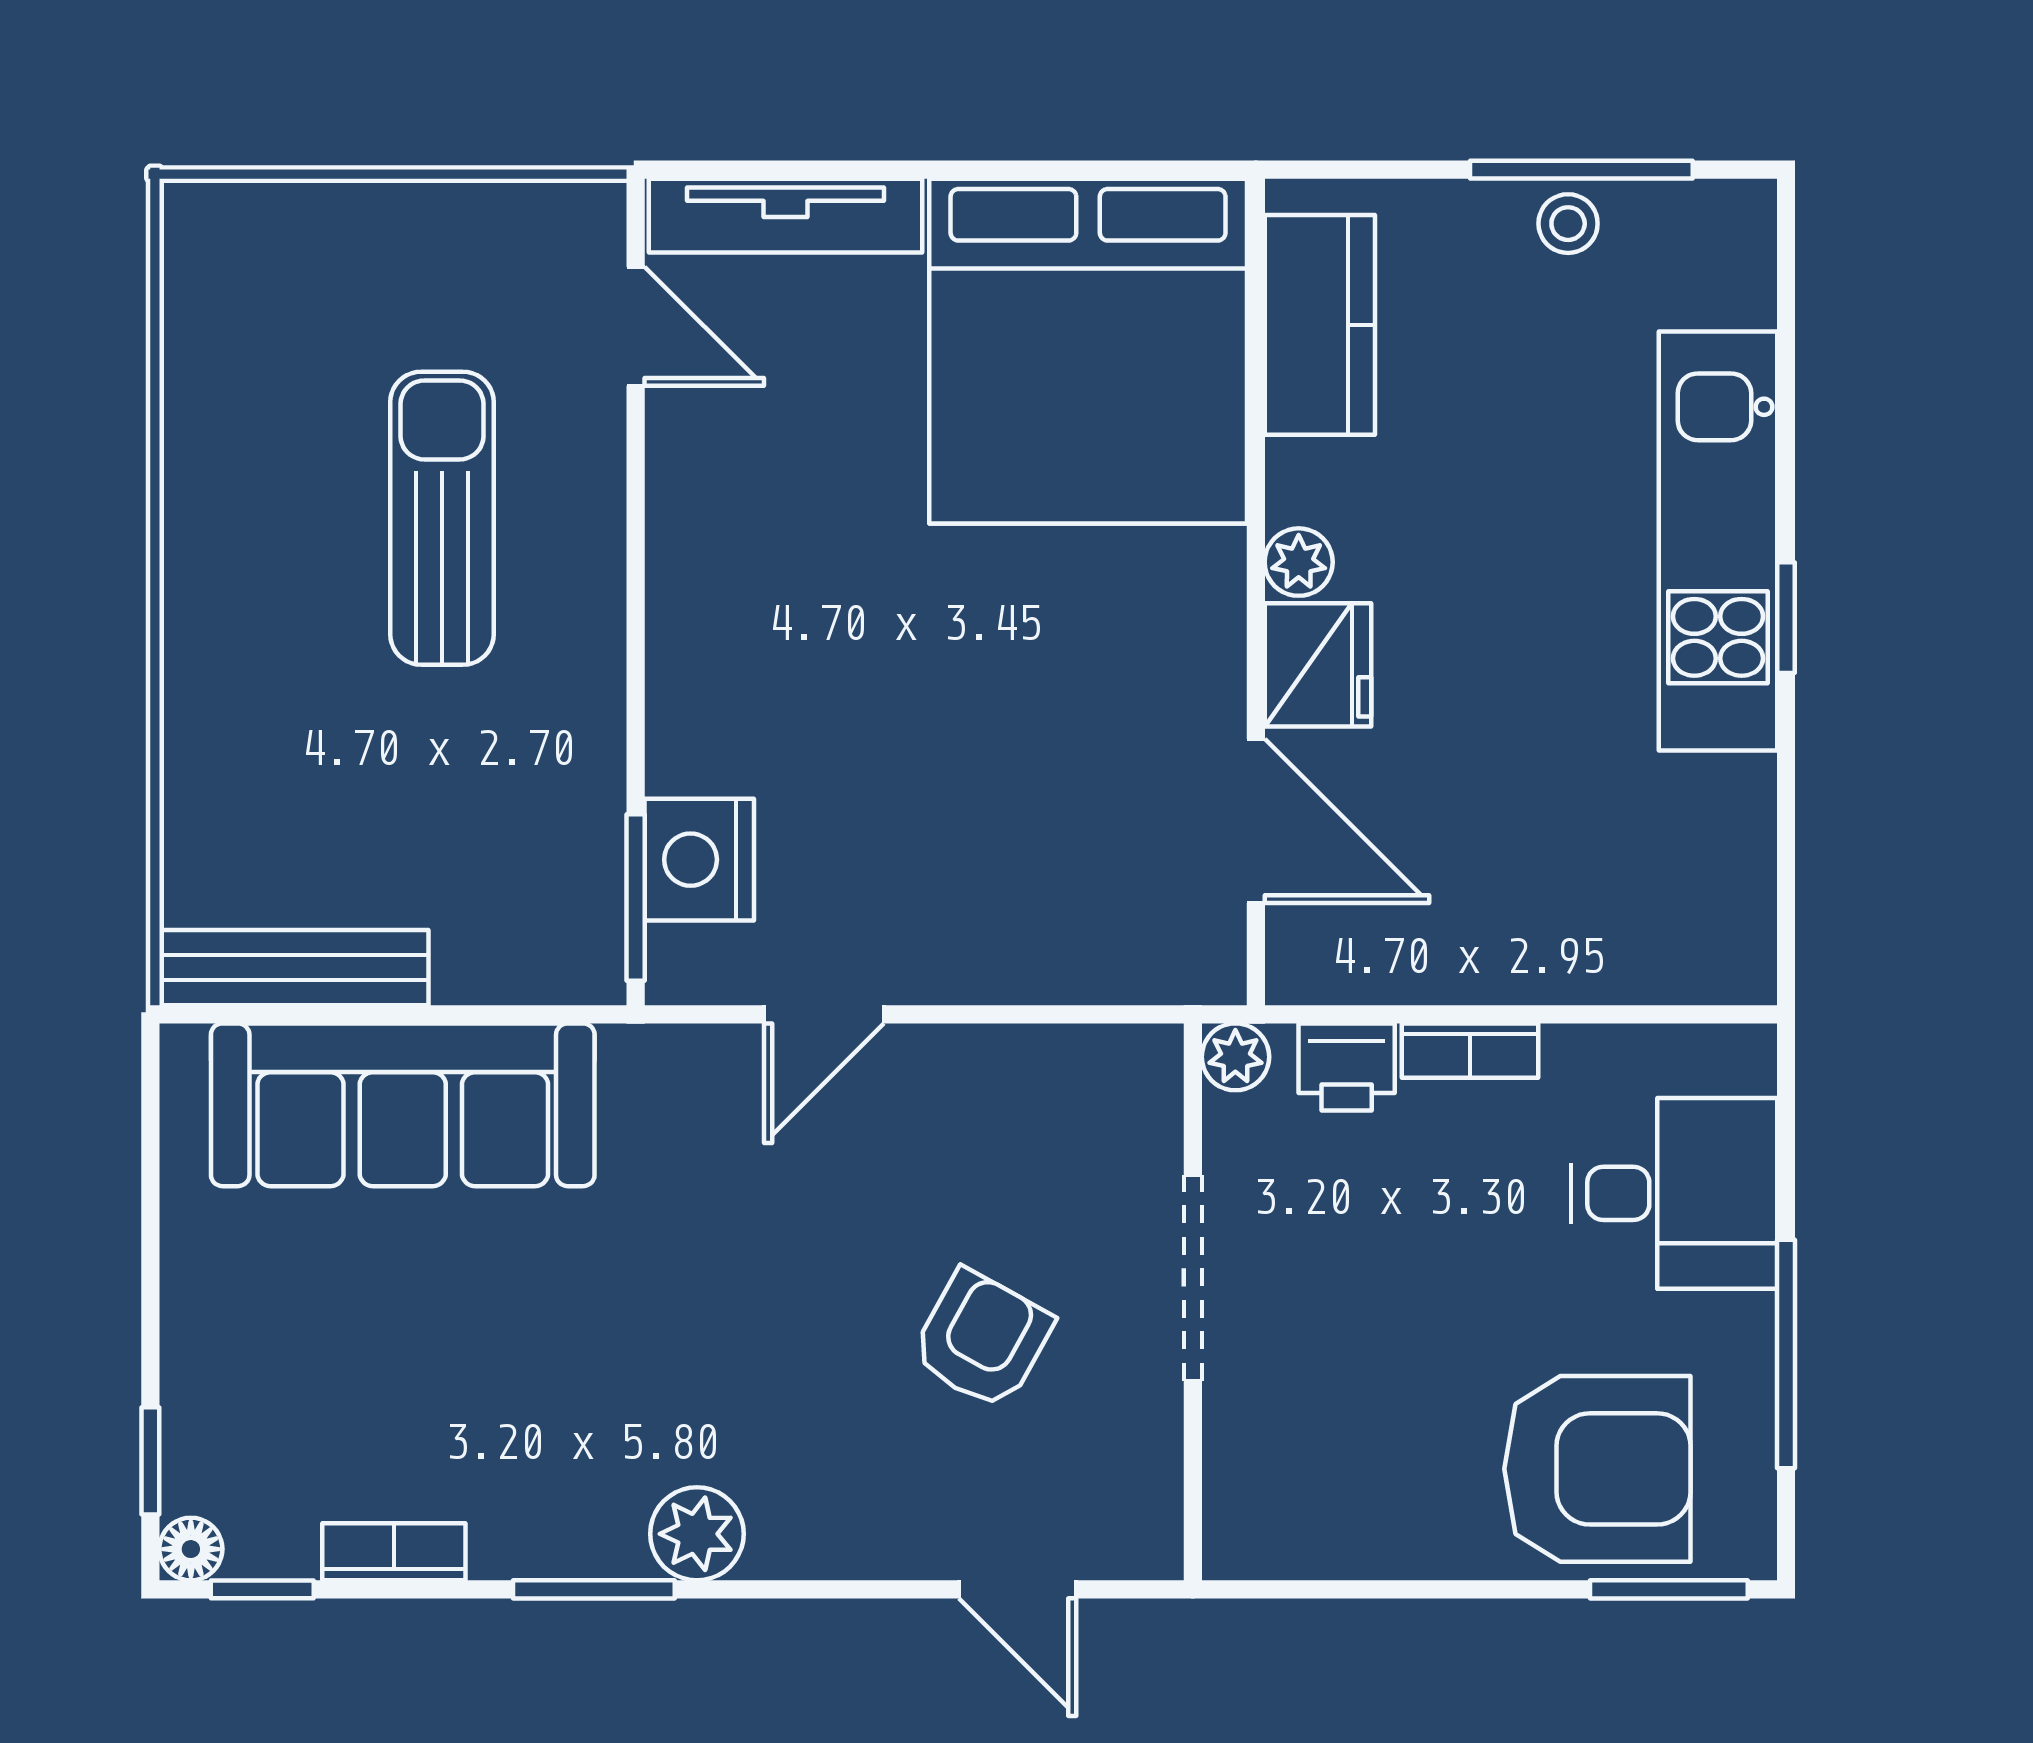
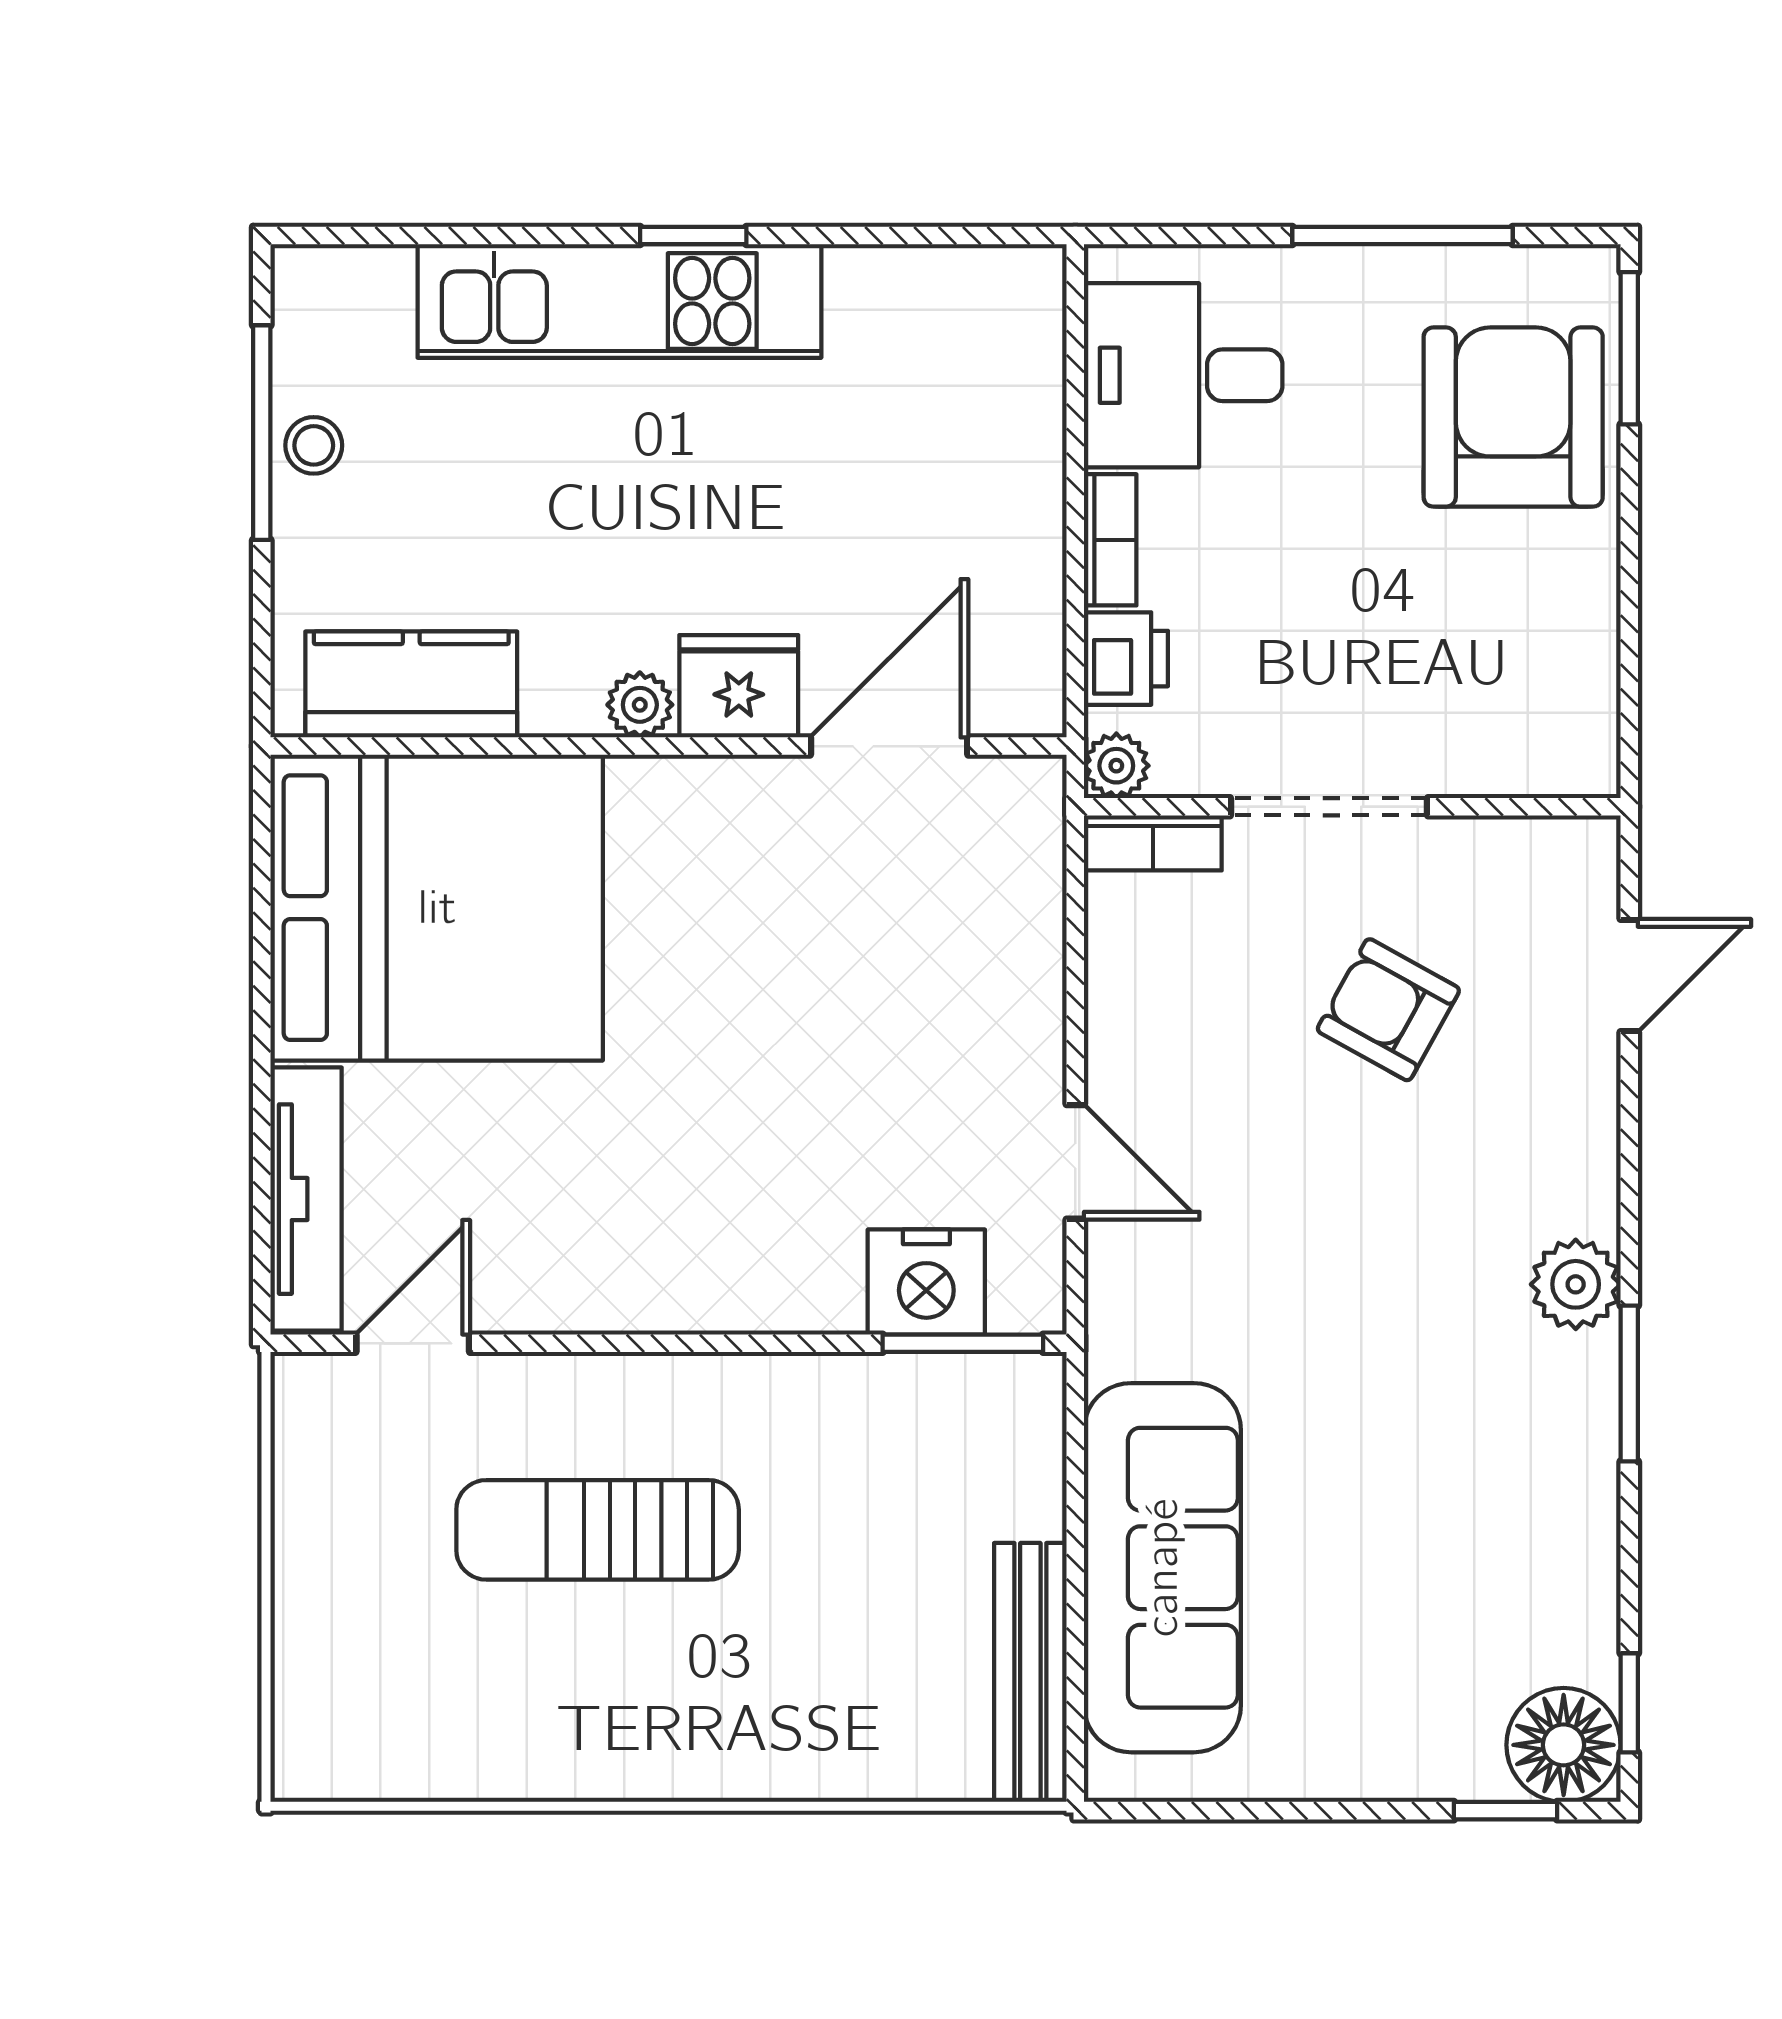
desk: (1674, 1193) -> (1183, 375), moved, turned -90
floor lamp: (191, 1549) -> (1564, 1745), width x1.89, depth x1.89
bookcase: (394, 1552) -> (1153, 843), moved, turned -90

